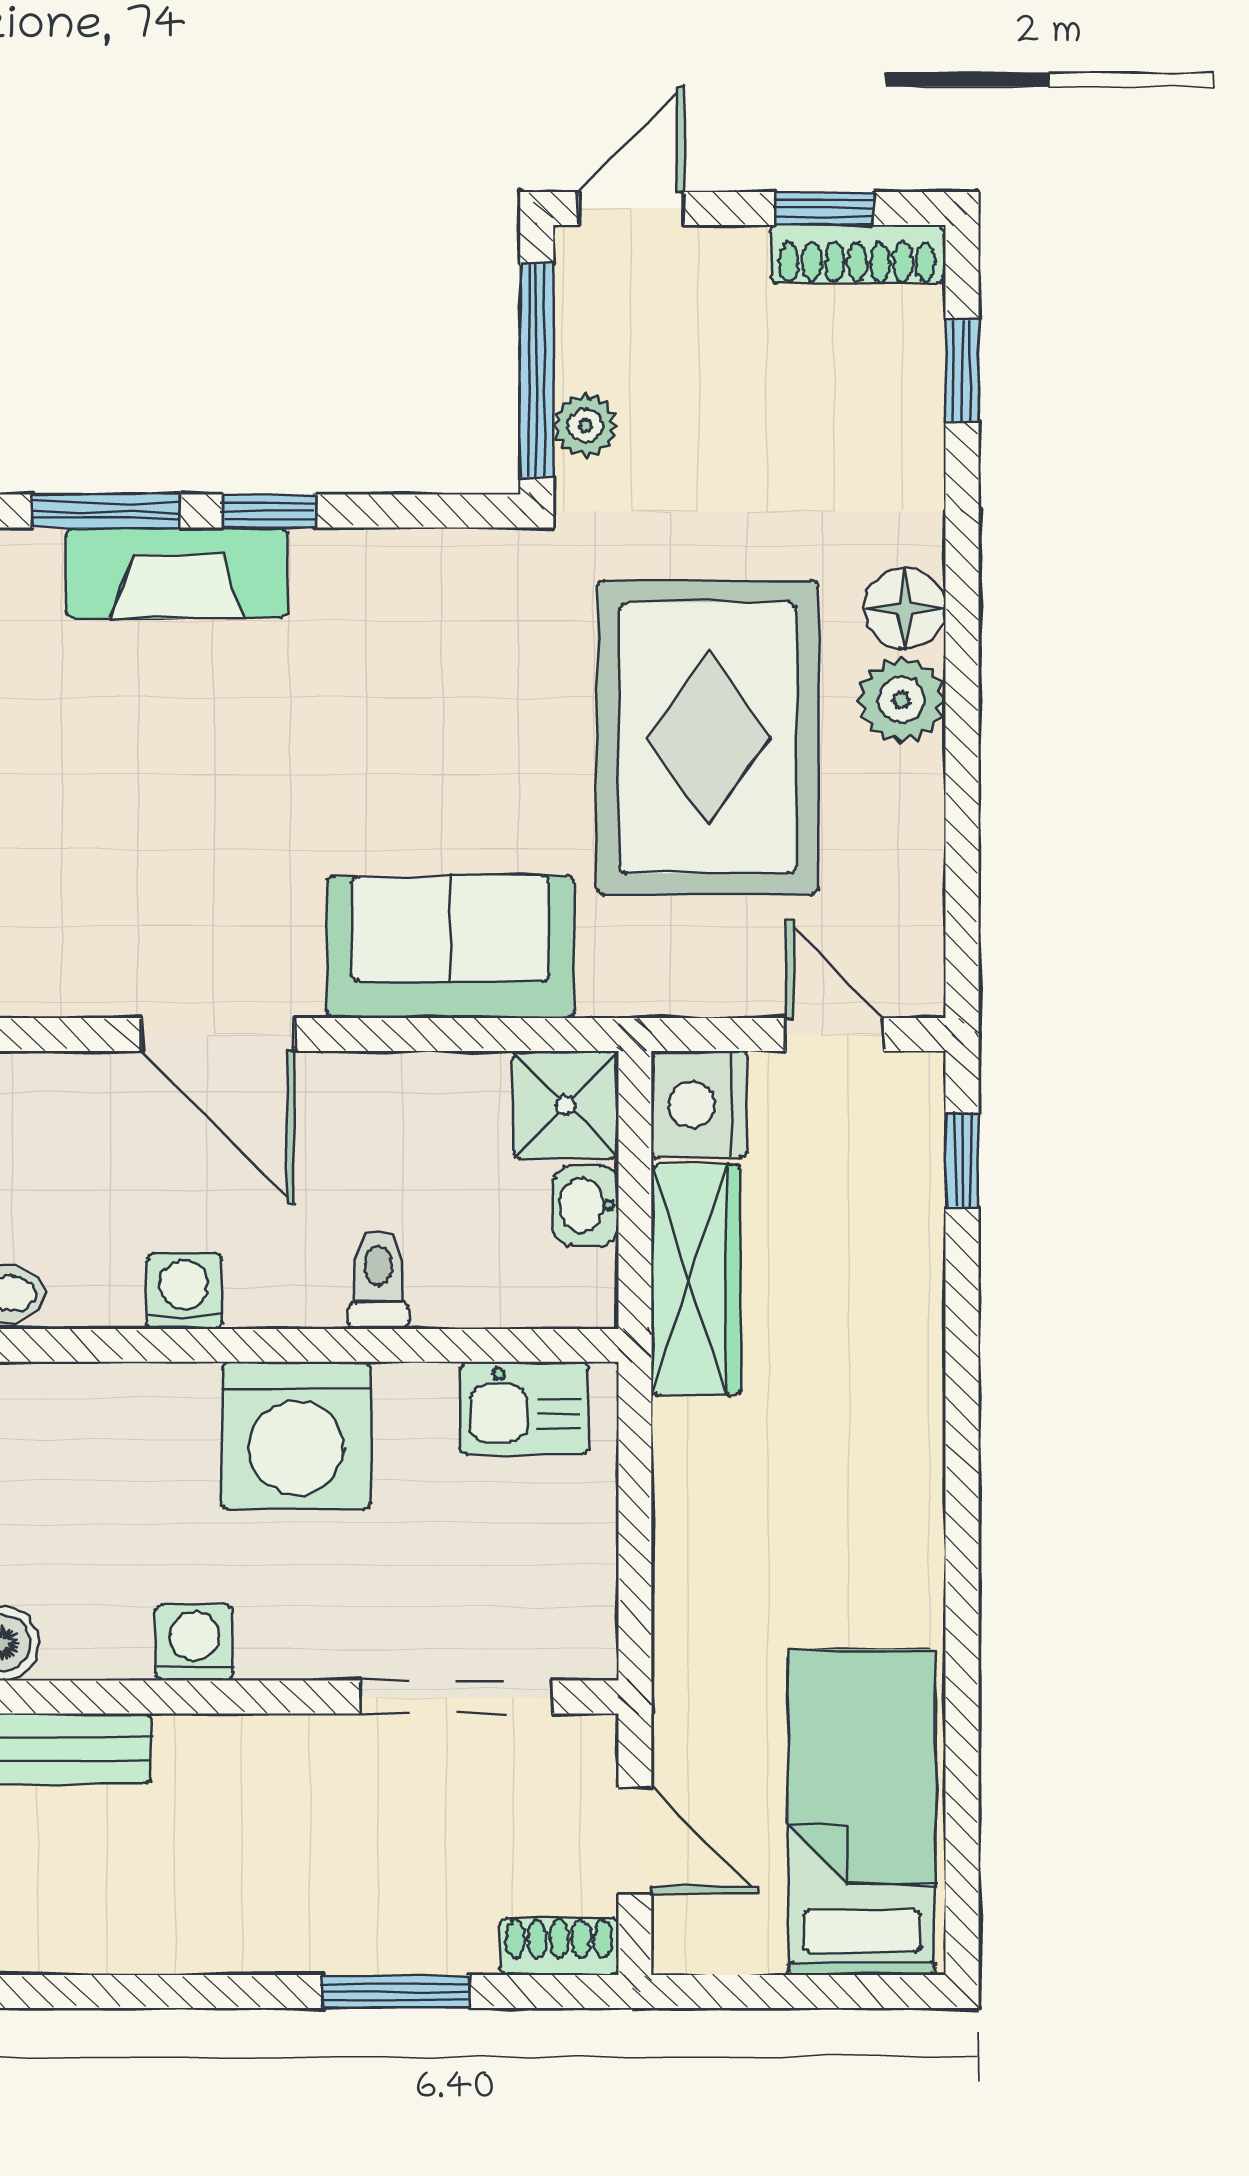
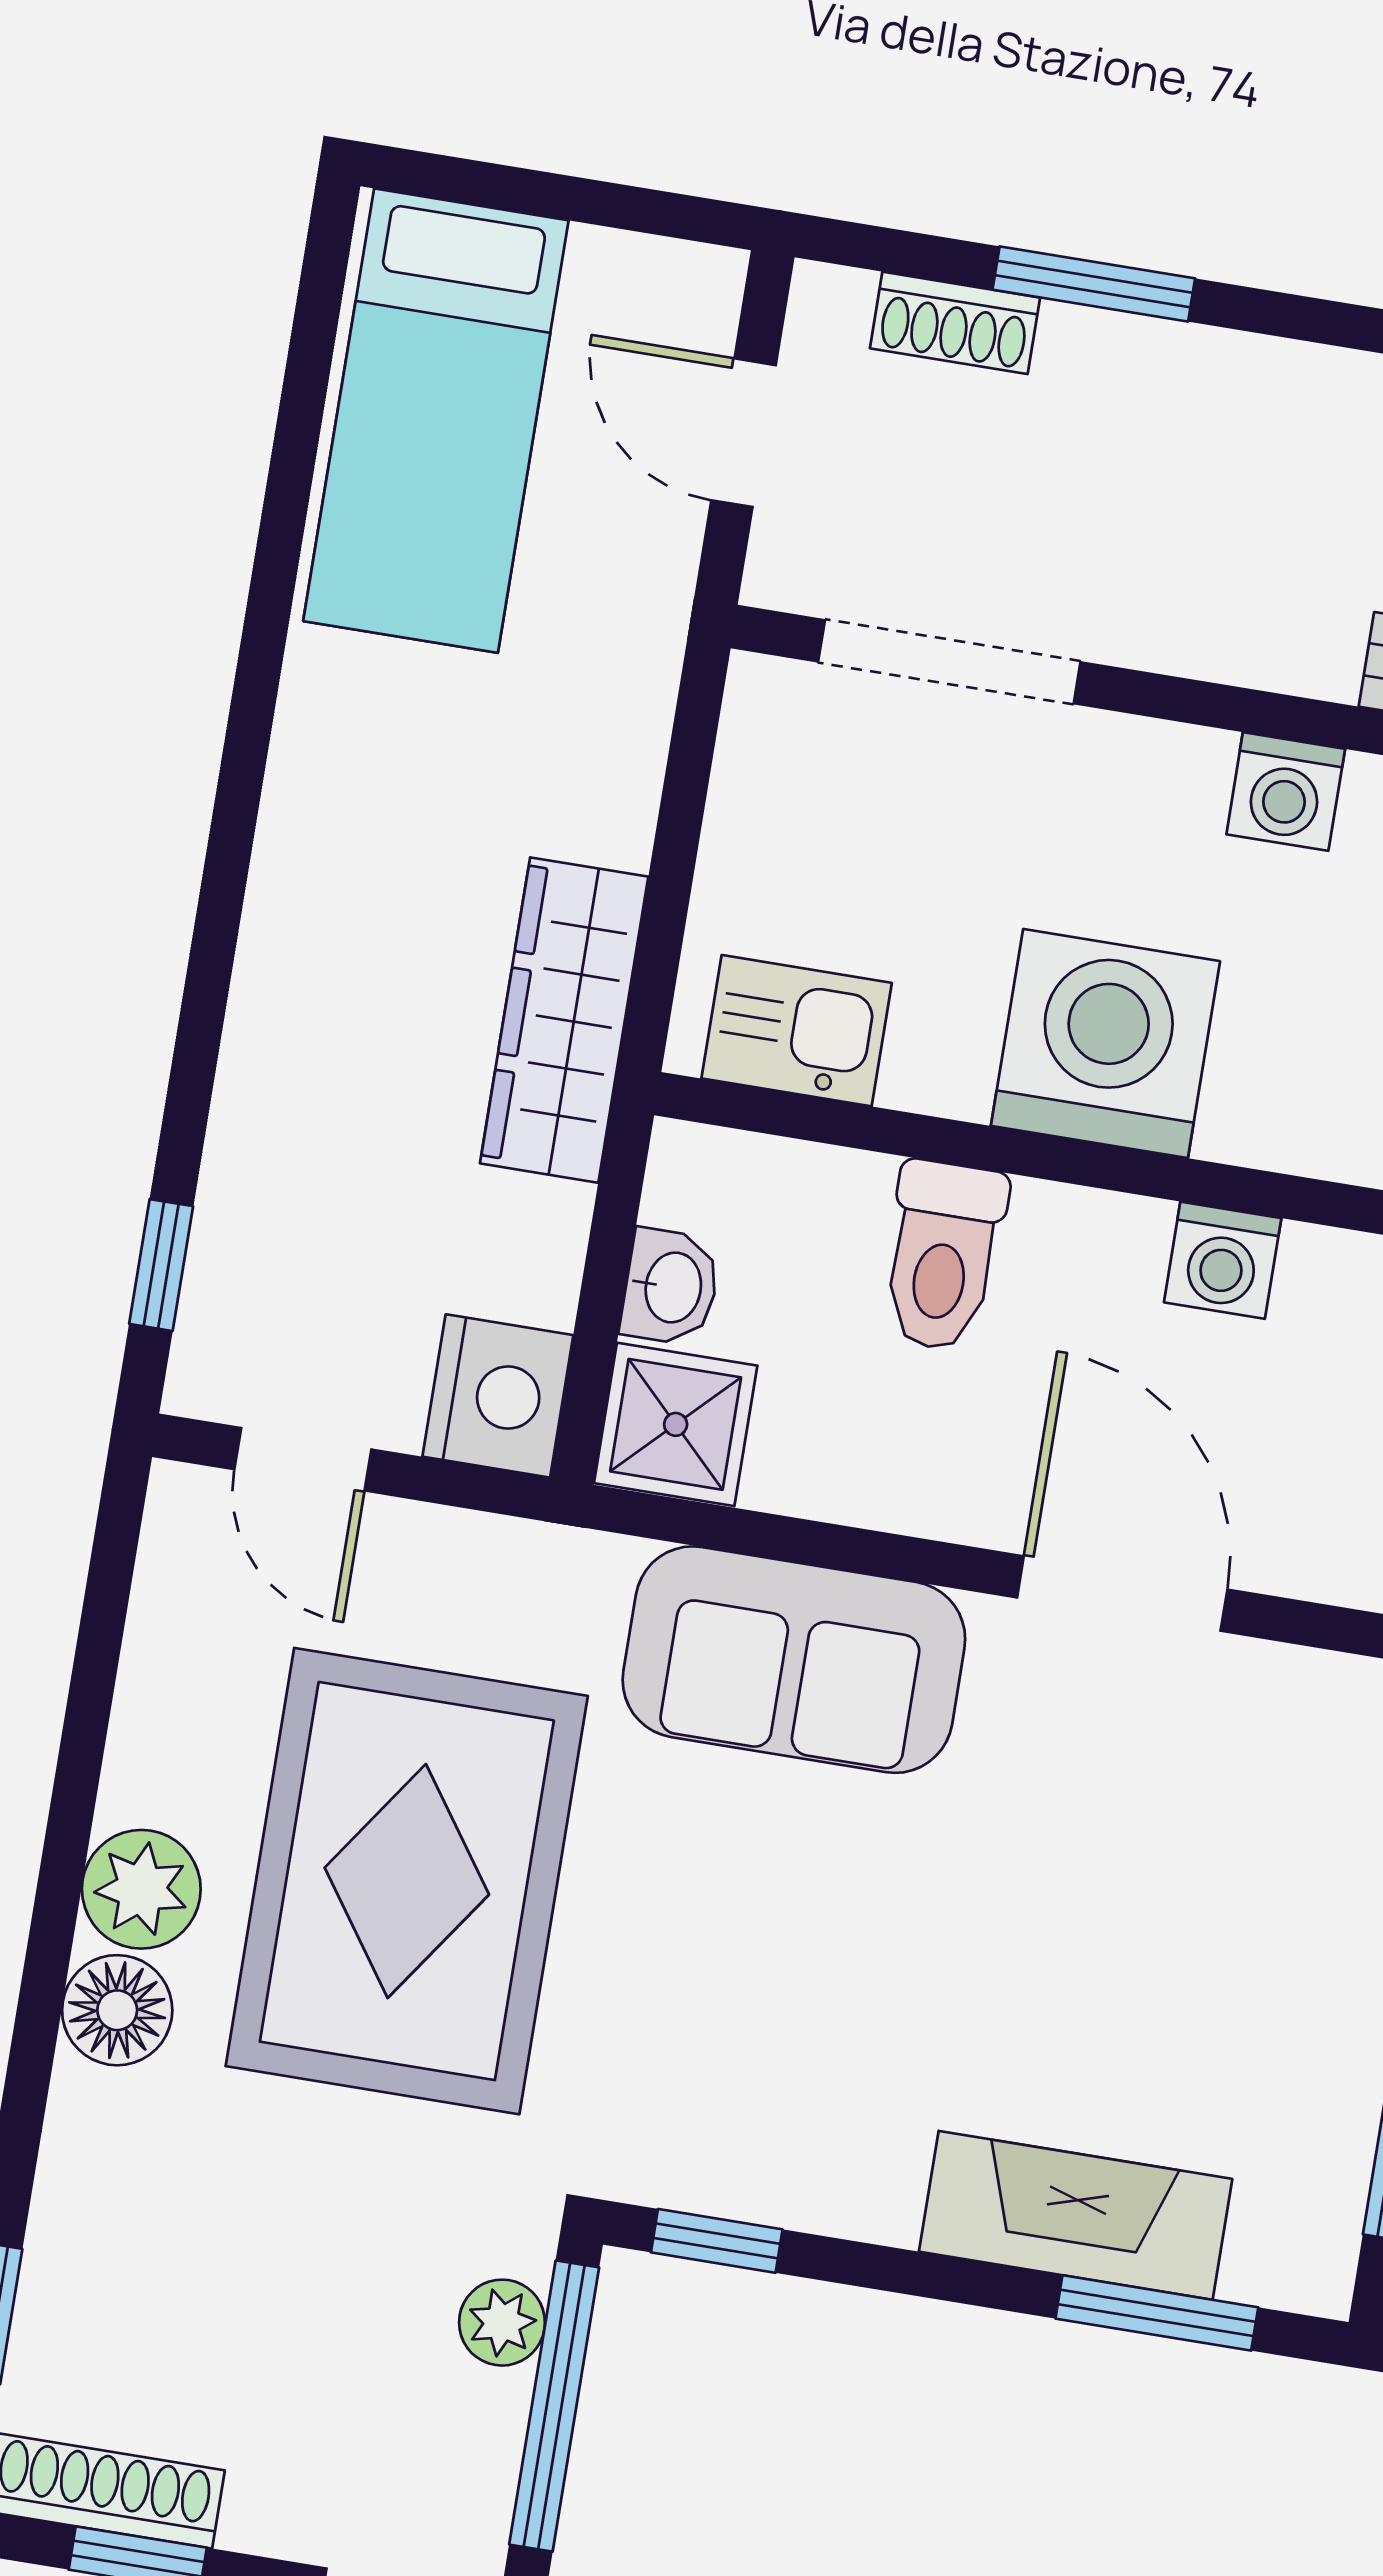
window: (269, 511) -> (717, 2241), moved
toilet: (379, 1280) -> (943, 1256), width x1.37, depth x1.39
wardrobe: (696, 1280) -> (564, 1020), moved
shoe rack: (559, 1946) -> (955, 323), moved

